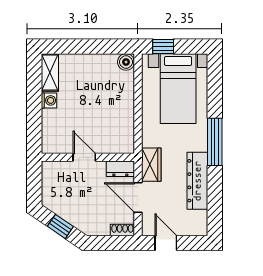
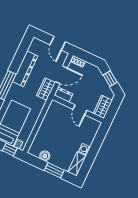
window: (80, 47) -> (54, 170), added
boiler: (126, 62) -> (45, 156), moved
wardrobe: (52, 178) -> (103, 107), added
door: (138, 198) -> (61, 75), hinge flipped

